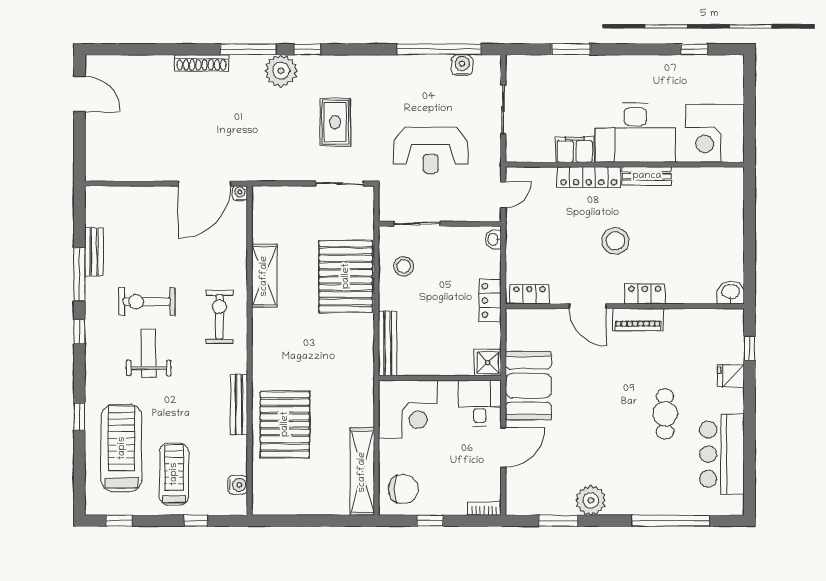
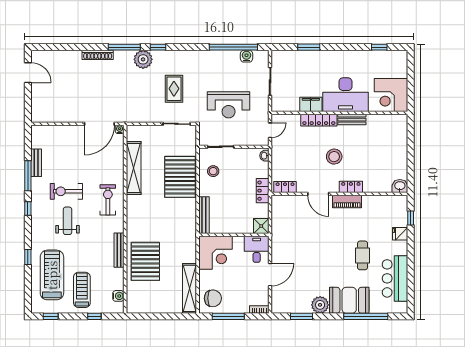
shelving: (264, 276) -> (134, 168), width x1.47
booth: (528, 386) -> (349, 300), moved, turned 90
window: (430, 521) -> (228, 316), width x2.17

